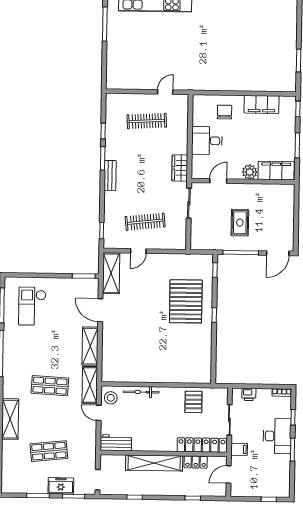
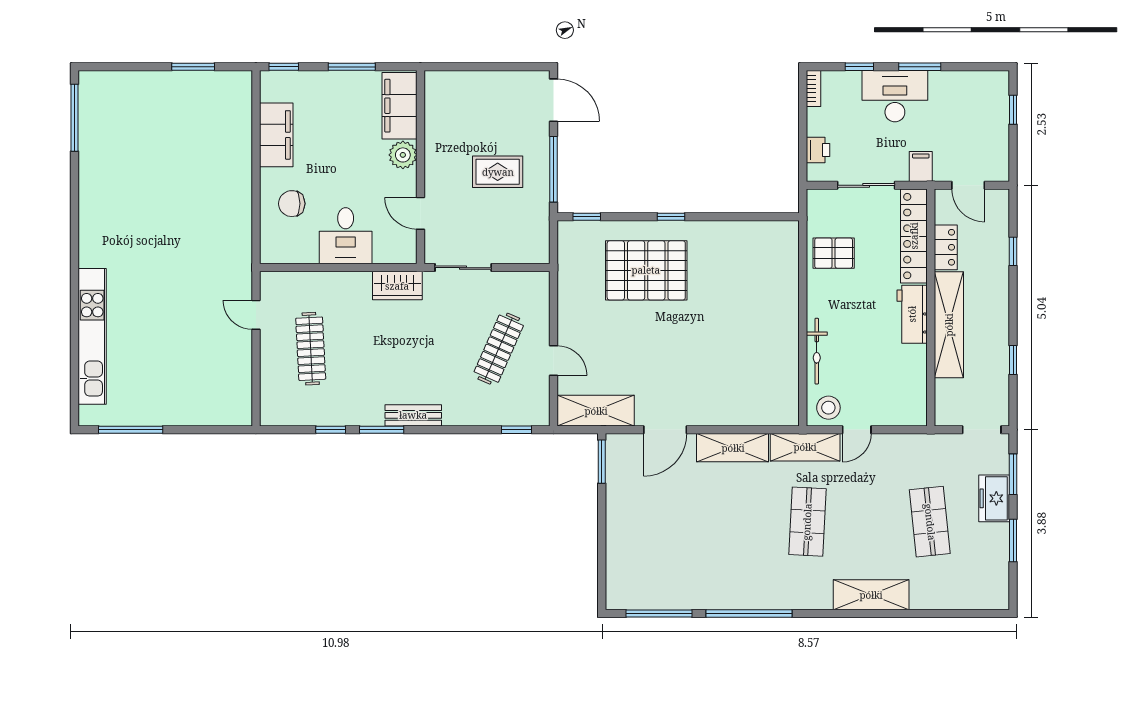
clothes rail: (145, 222) -> (499, 349), turned 30
checkout: (32, 306) -> (660, 557), removed
workbench: (116, 443) -> (912, 314), moved

